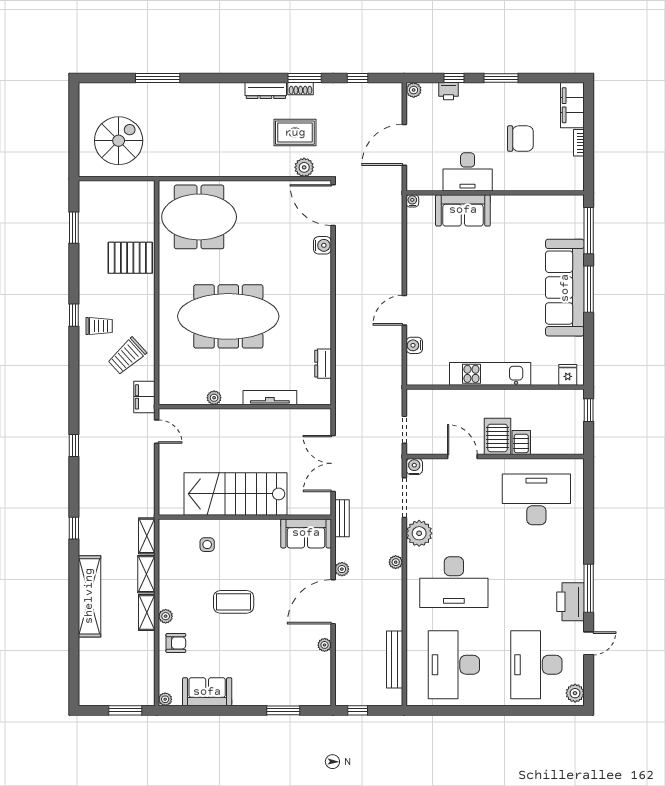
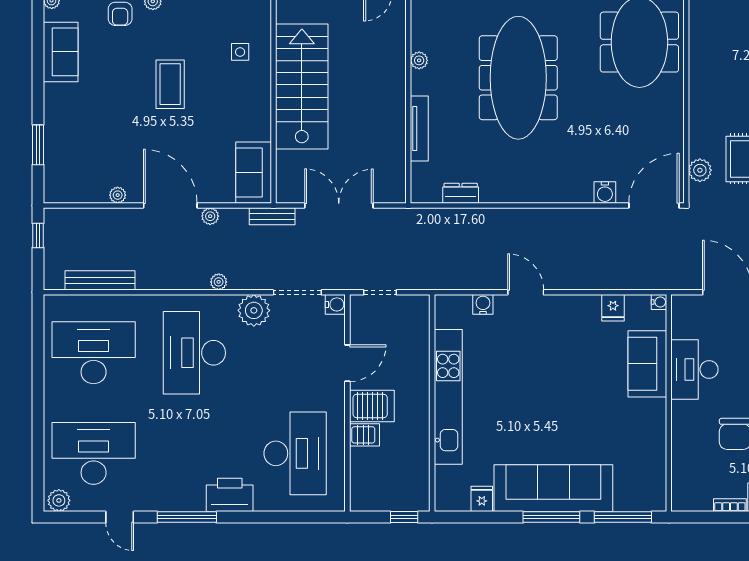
fridge: (417, 239) -> (613, 308), added
kitchen unit: (490, 374) -> (448, 397), width x1.36
fridge: (568, 375) -> (482, 499), moved, turned -90
printer: (570, 602) -> (230, 495), moved

